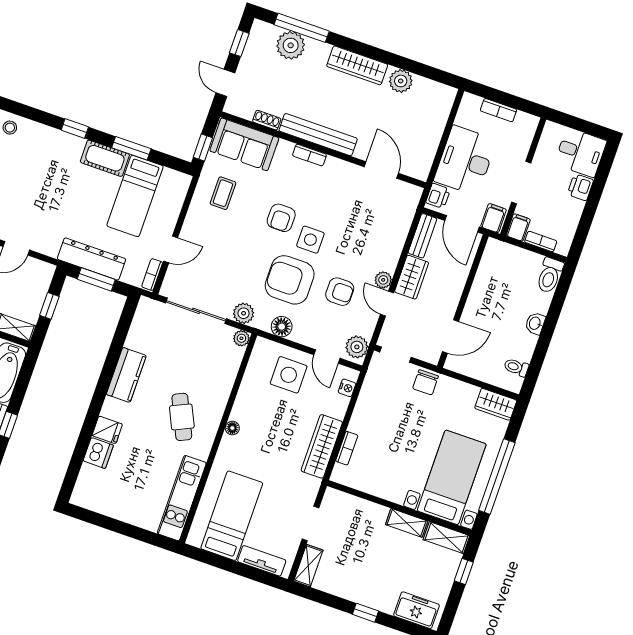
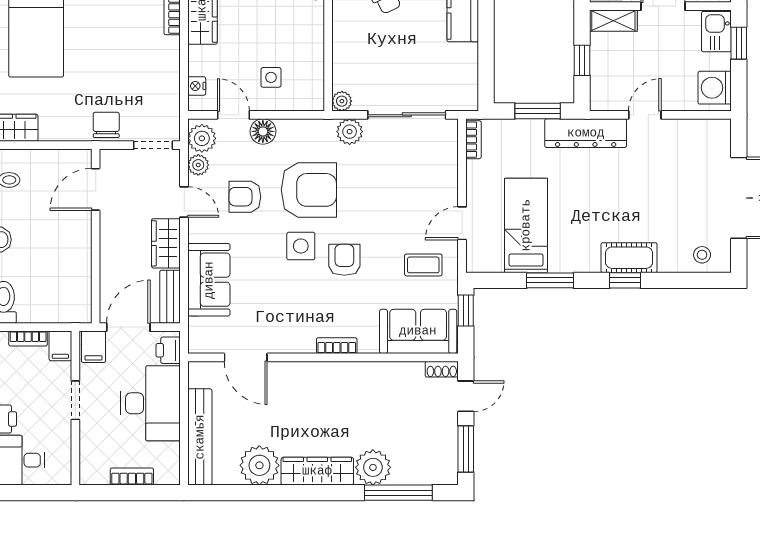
window: (239, 43) -> (466, 449), width x1.50
plant: (291, 45) -> (373, 467), moved
plant: (401, 81) -> (259, 465), width x1.36, depth x1.36
door: (225, 83) -> (466, 396), hinge flipped
shoe rack: (267, 120) -> (442, 369), moved
bench: (318, 135) -> (200, 437), moved, turned 90
cot: (105, 158) -> (629, 258), moved
doorway: (521, 182) -> (75, 400), width x0.73
coffee table: (223, 193) -> (423, 265), turned 90
door: (462, 224) -> (128, 327), hinge flipped
sofa: (389, 238) -> (209, 280), added
door: (171, 249) -> (462, 223), moved
dresser: (91, 259) -> (586, 133), moved
plant: (383, 280) -> (198, 165), moved
floor lamp: (282, 327) -> (263, 131), moved
side table: (289, 375) -> (271, 77), width x0.54, depth x0.54

